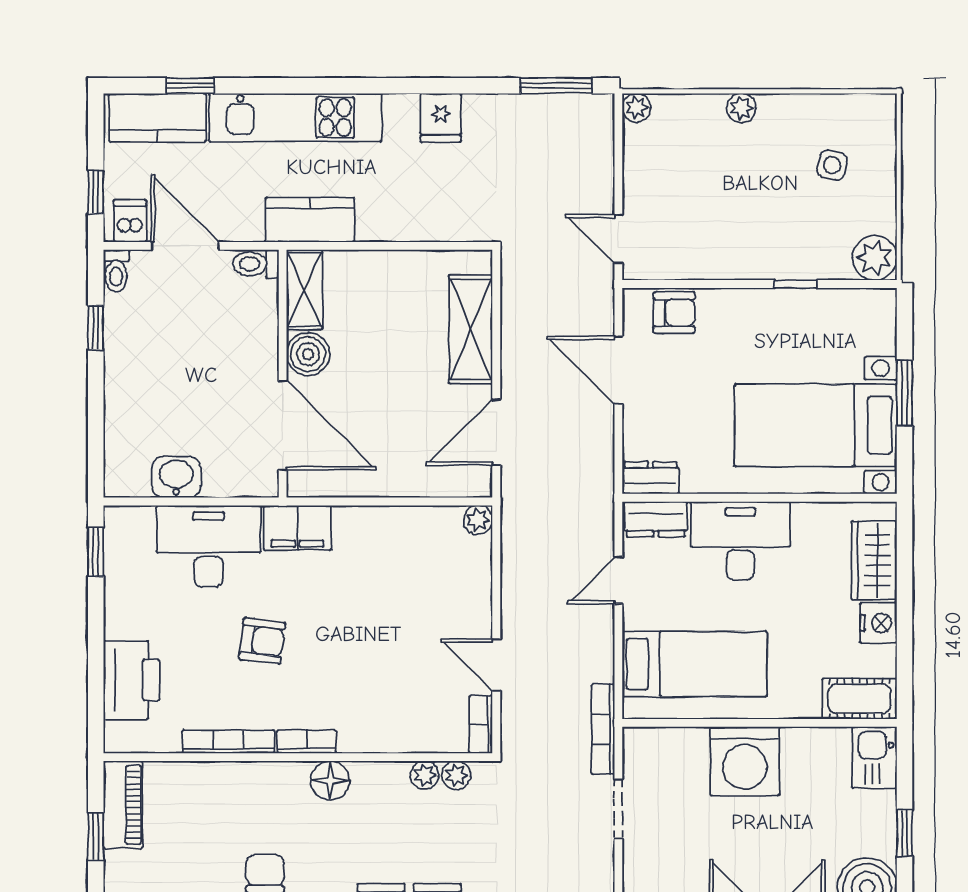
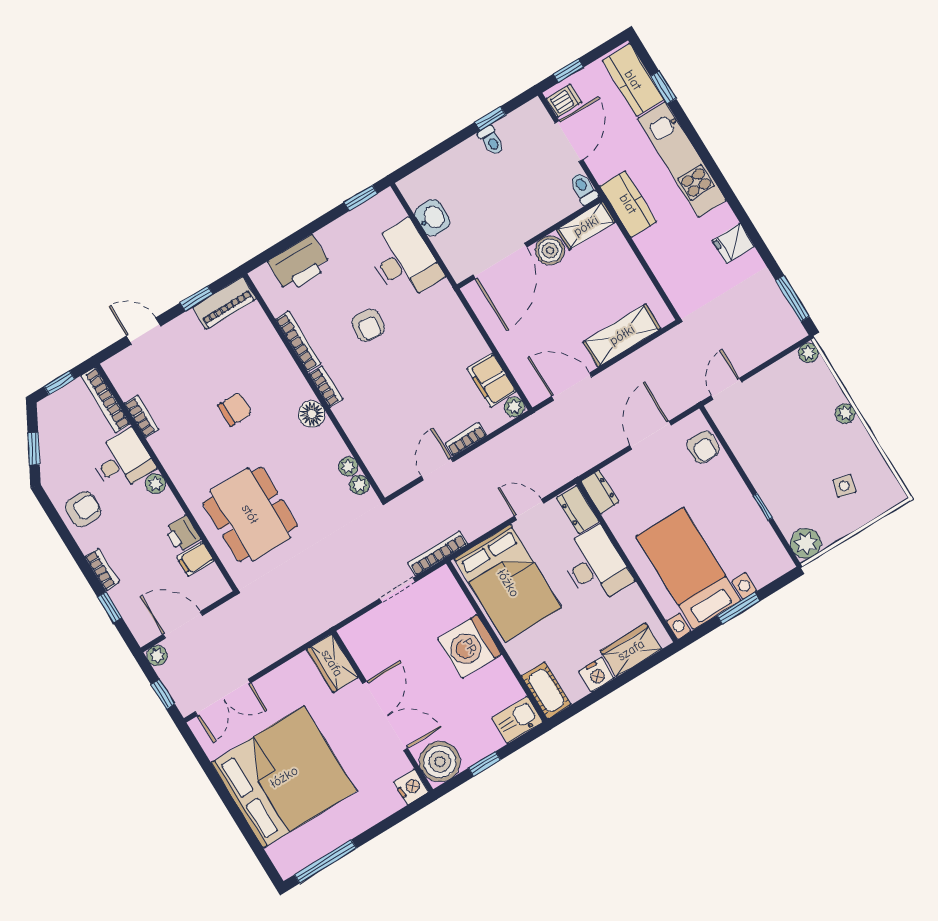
toilet: (116, 271) -> (491, 141), moved, turned -90
filing cabinet: (297, 528) -> (492, 380), moved
bed: (695, 664) -> (508, 583), width x1.50
bookcase: (481, 724) -> (466, 439), moved

